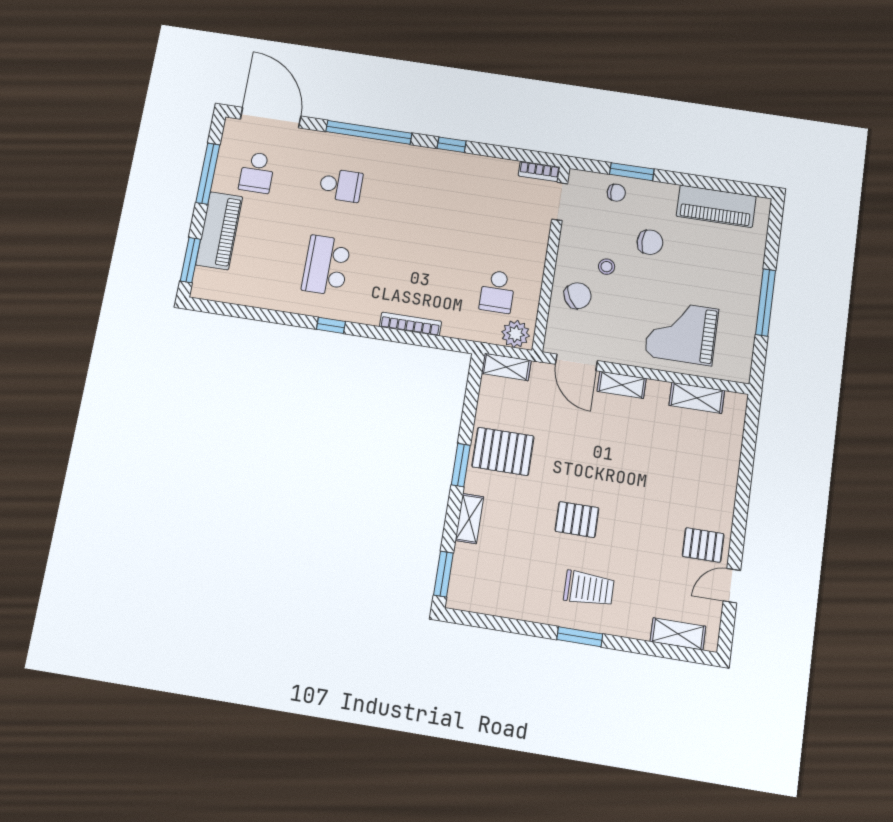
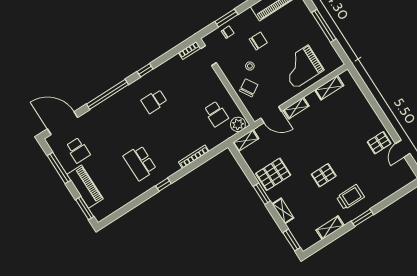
school desk: (341, 185) -> (154, 101), moved, turned 180
shelving: (678, 634) -> (330, 228), moved

